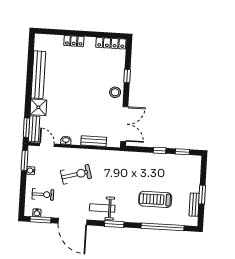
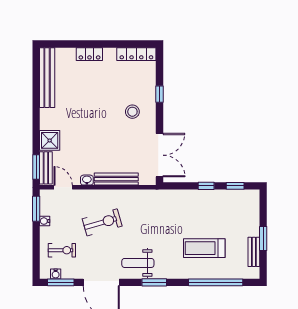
bench: (38, 75) -> (47, 78), moved
stool: (115, 92) -> (132, 112), moved
bench: (94, 141) -> (116, 179), width x1.36

